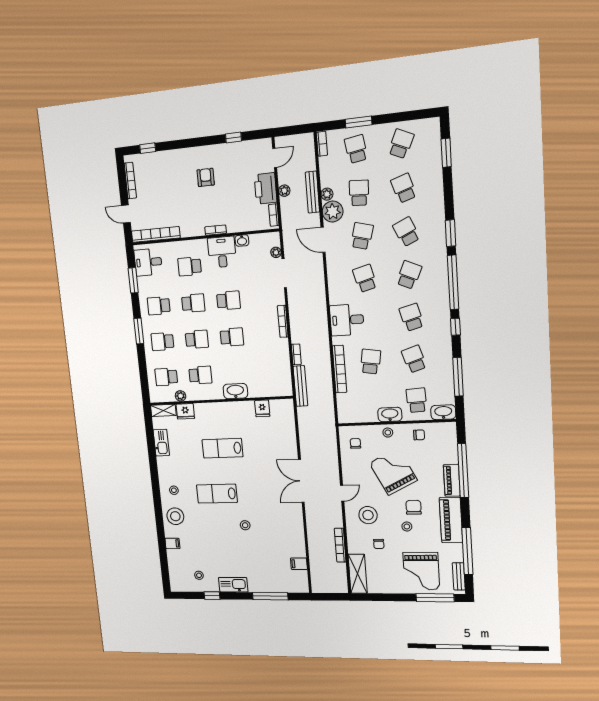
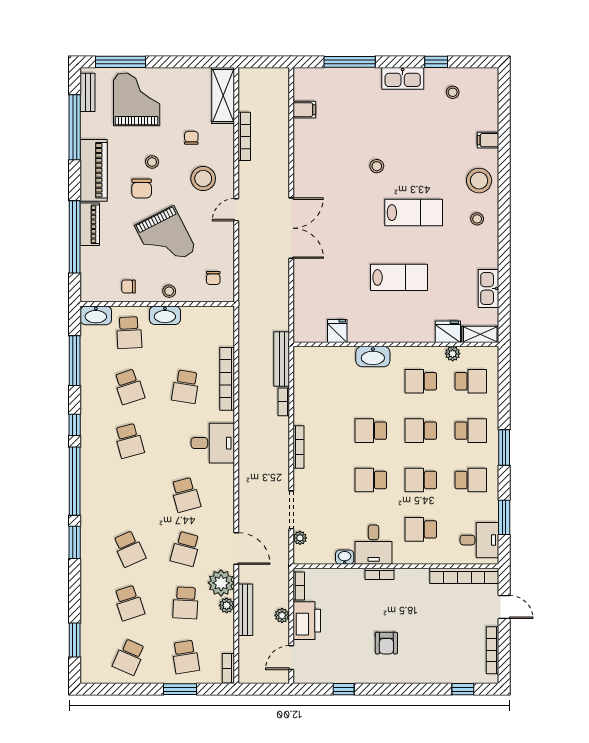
school desk: (190, 266) -> (421, 529), turned 180
school desk: (409, 275) -> (129, 495), removed

